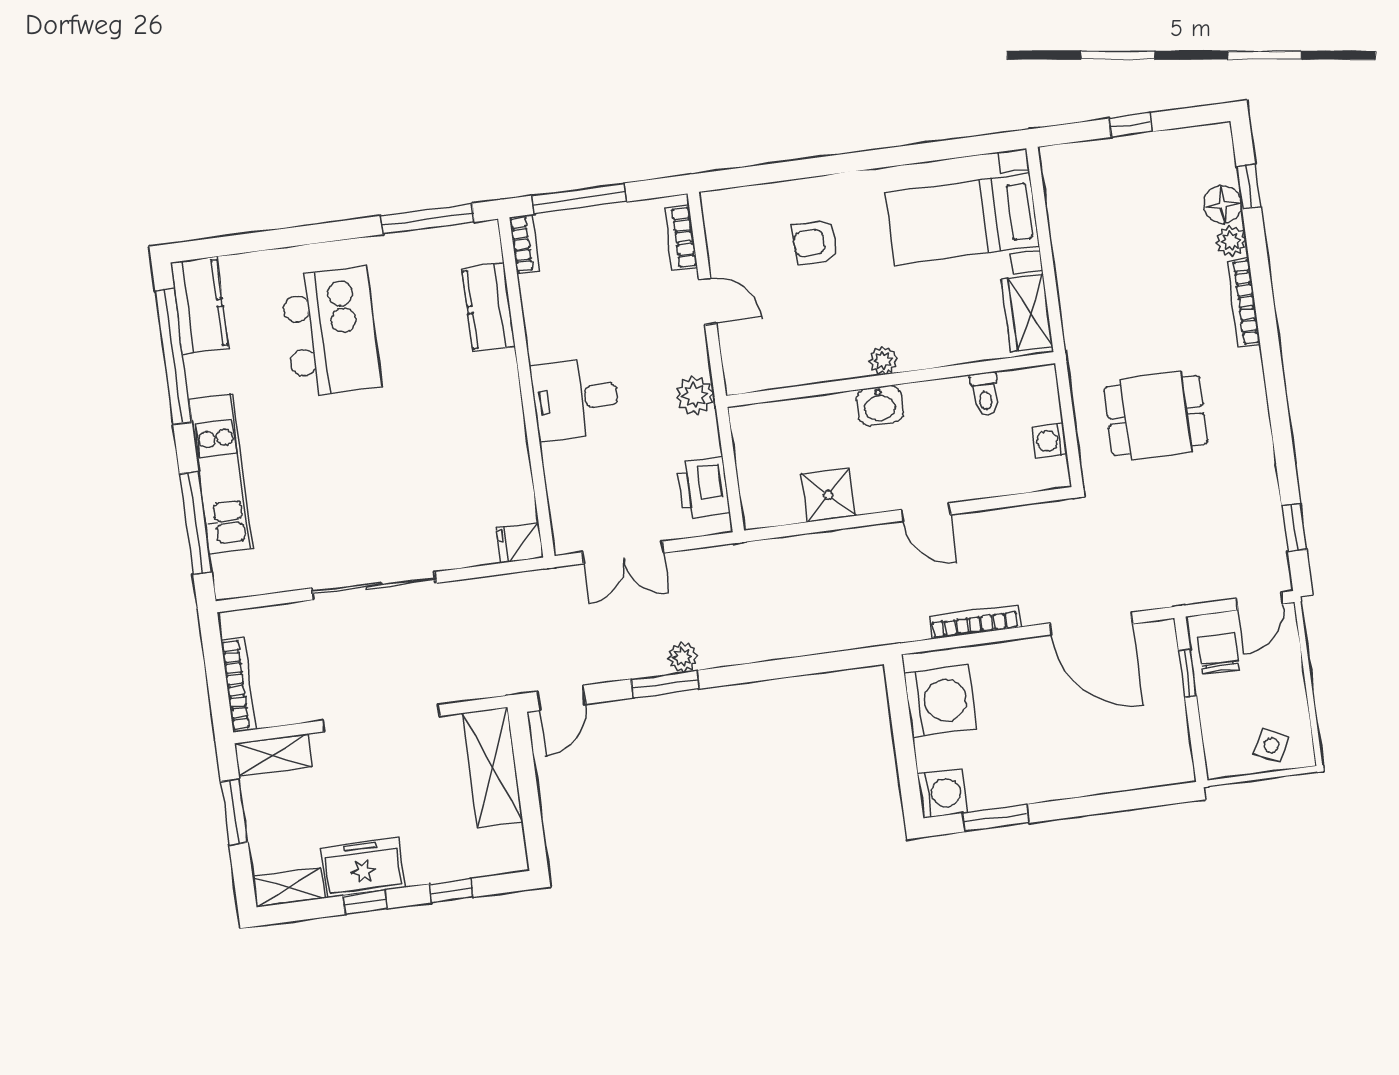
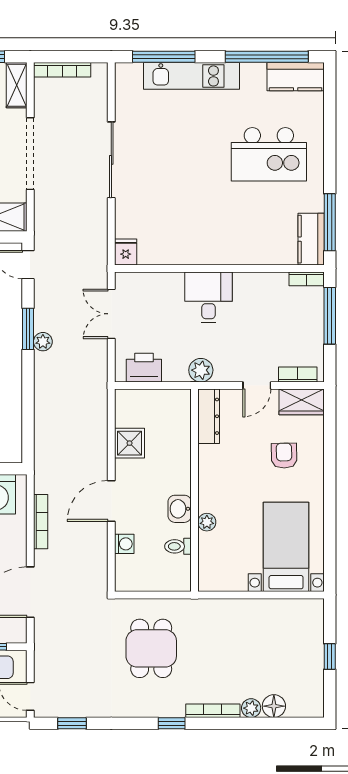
window: (1249, 186) -> (172, 723), moved
kitchen counter: (489, 307) -> (311, 239), moved, turned -90
wardrobe: (1027, 313) -> (302, 402), moved, turned 180
plant: (883, 360) -> (207, 522), moved
dresser: (768, 373) -> (209, 416), added
washbasin: (880, 406) -> (180, 509), moved
washing machine: (1050, 441) -> (124, 544), moved, turned 90
door: (926, 512) -> (111, 501), width x1.37

